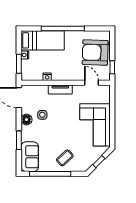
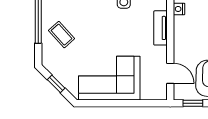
door: (92, 83) -> (170, 73), hinge flipped

